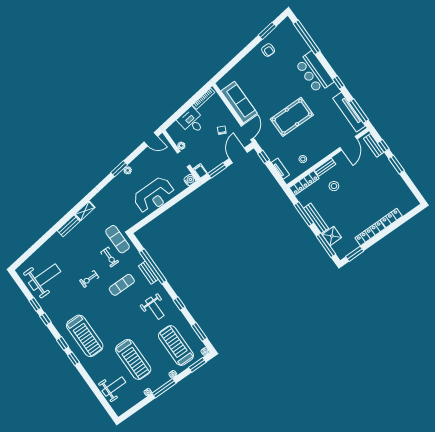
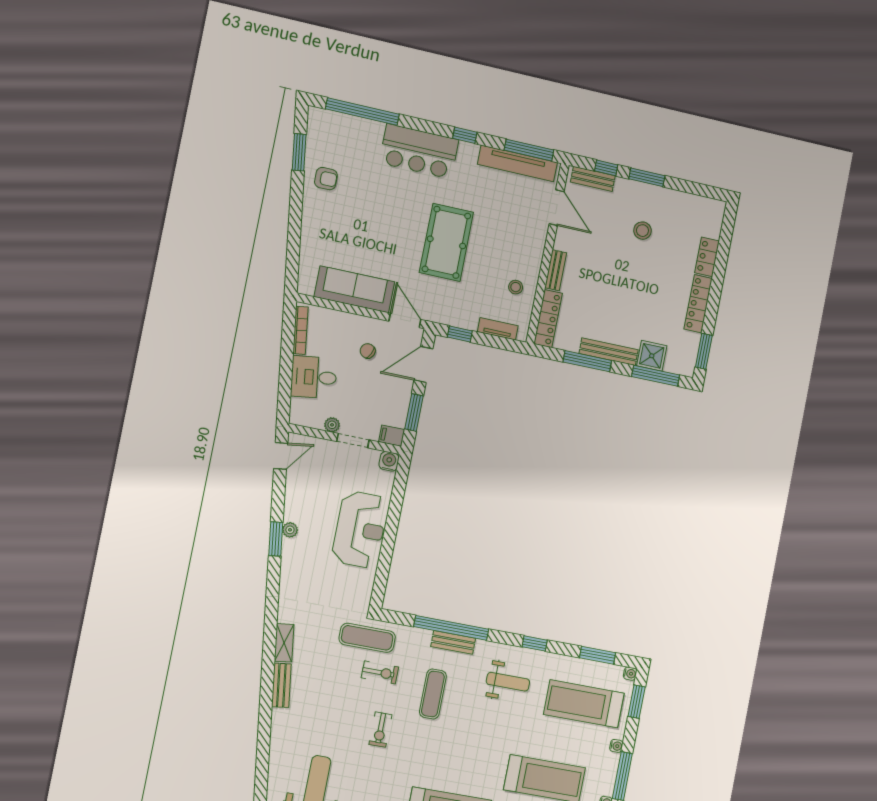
door: (238, 155) -> (423, 364), hinge flipped
stool: (334, 186) -> (642, 231), moved

